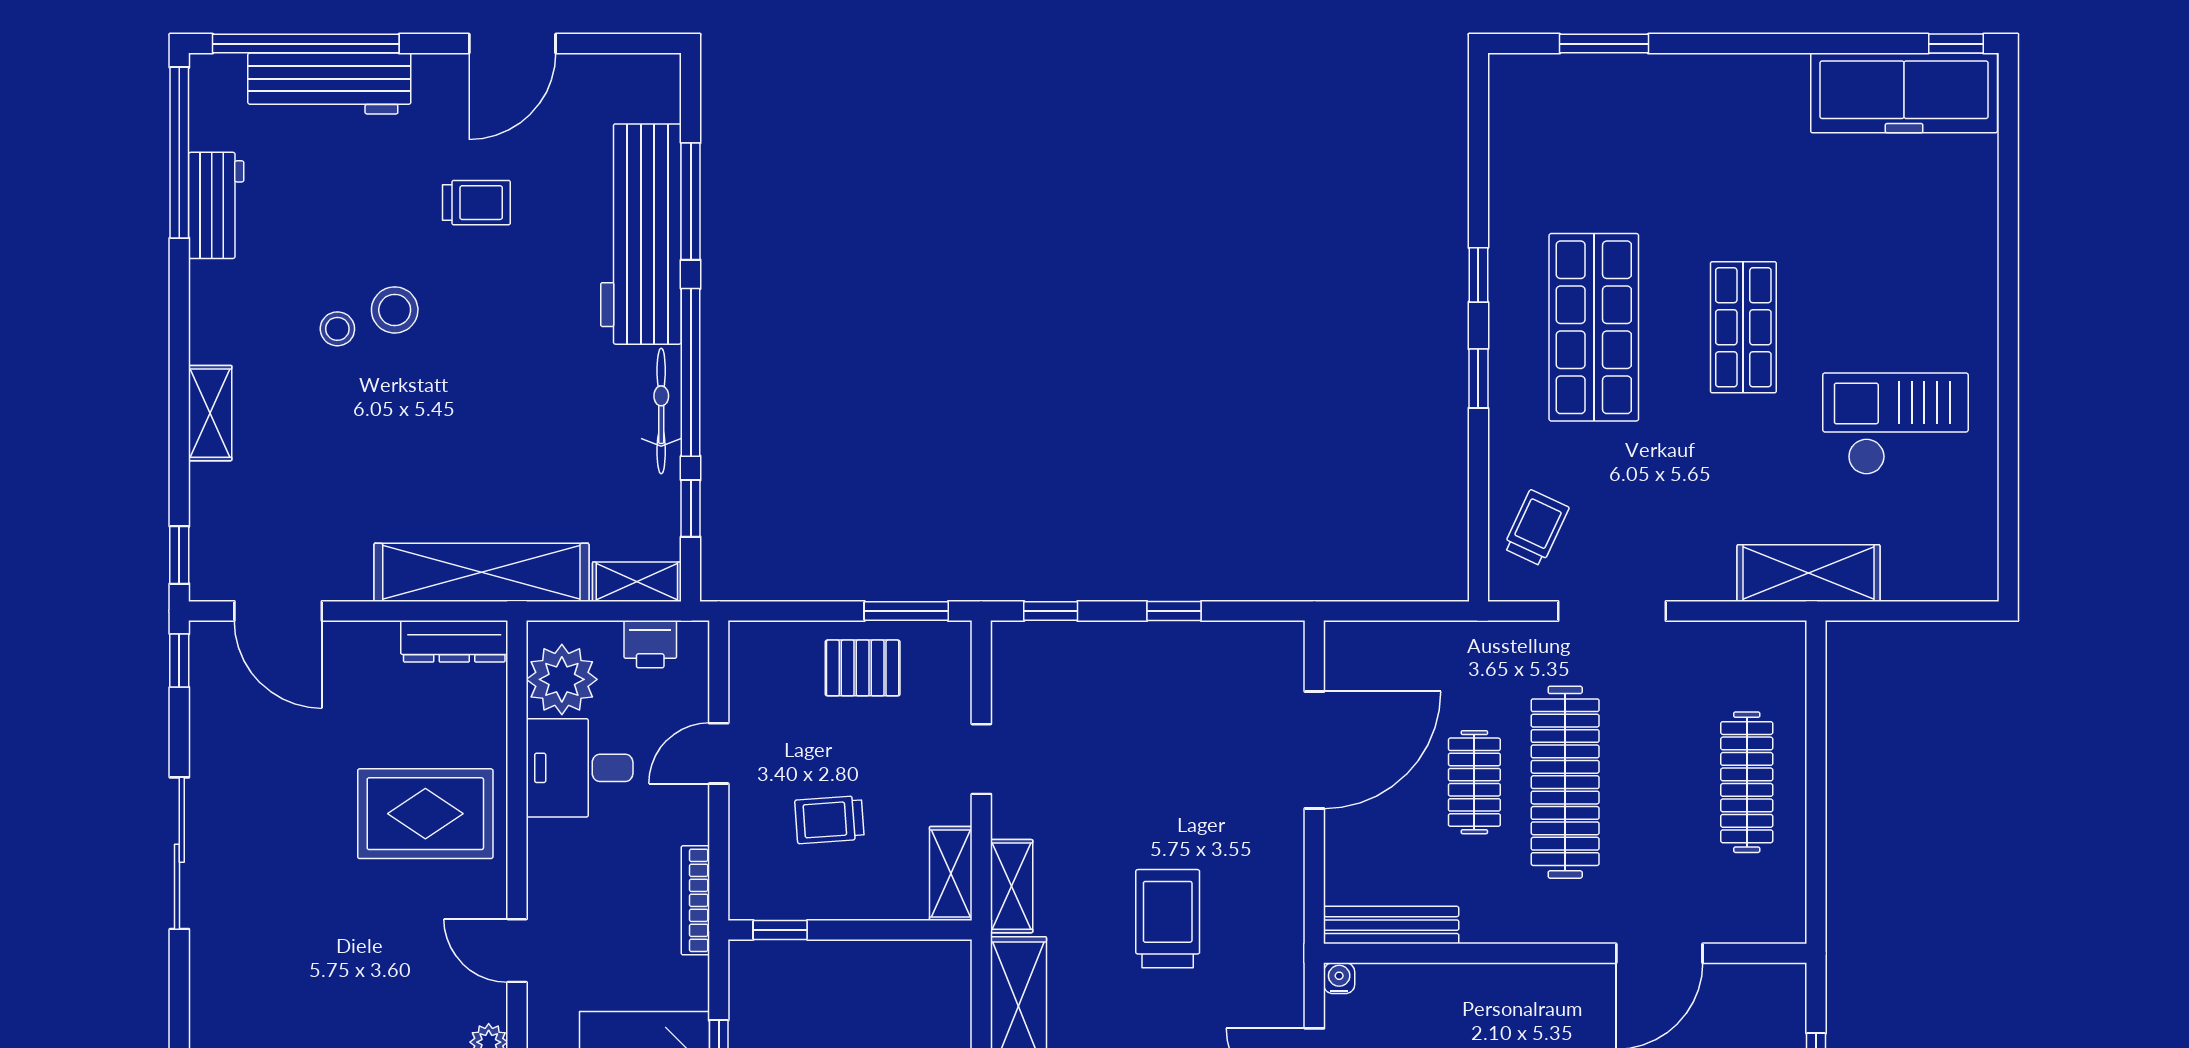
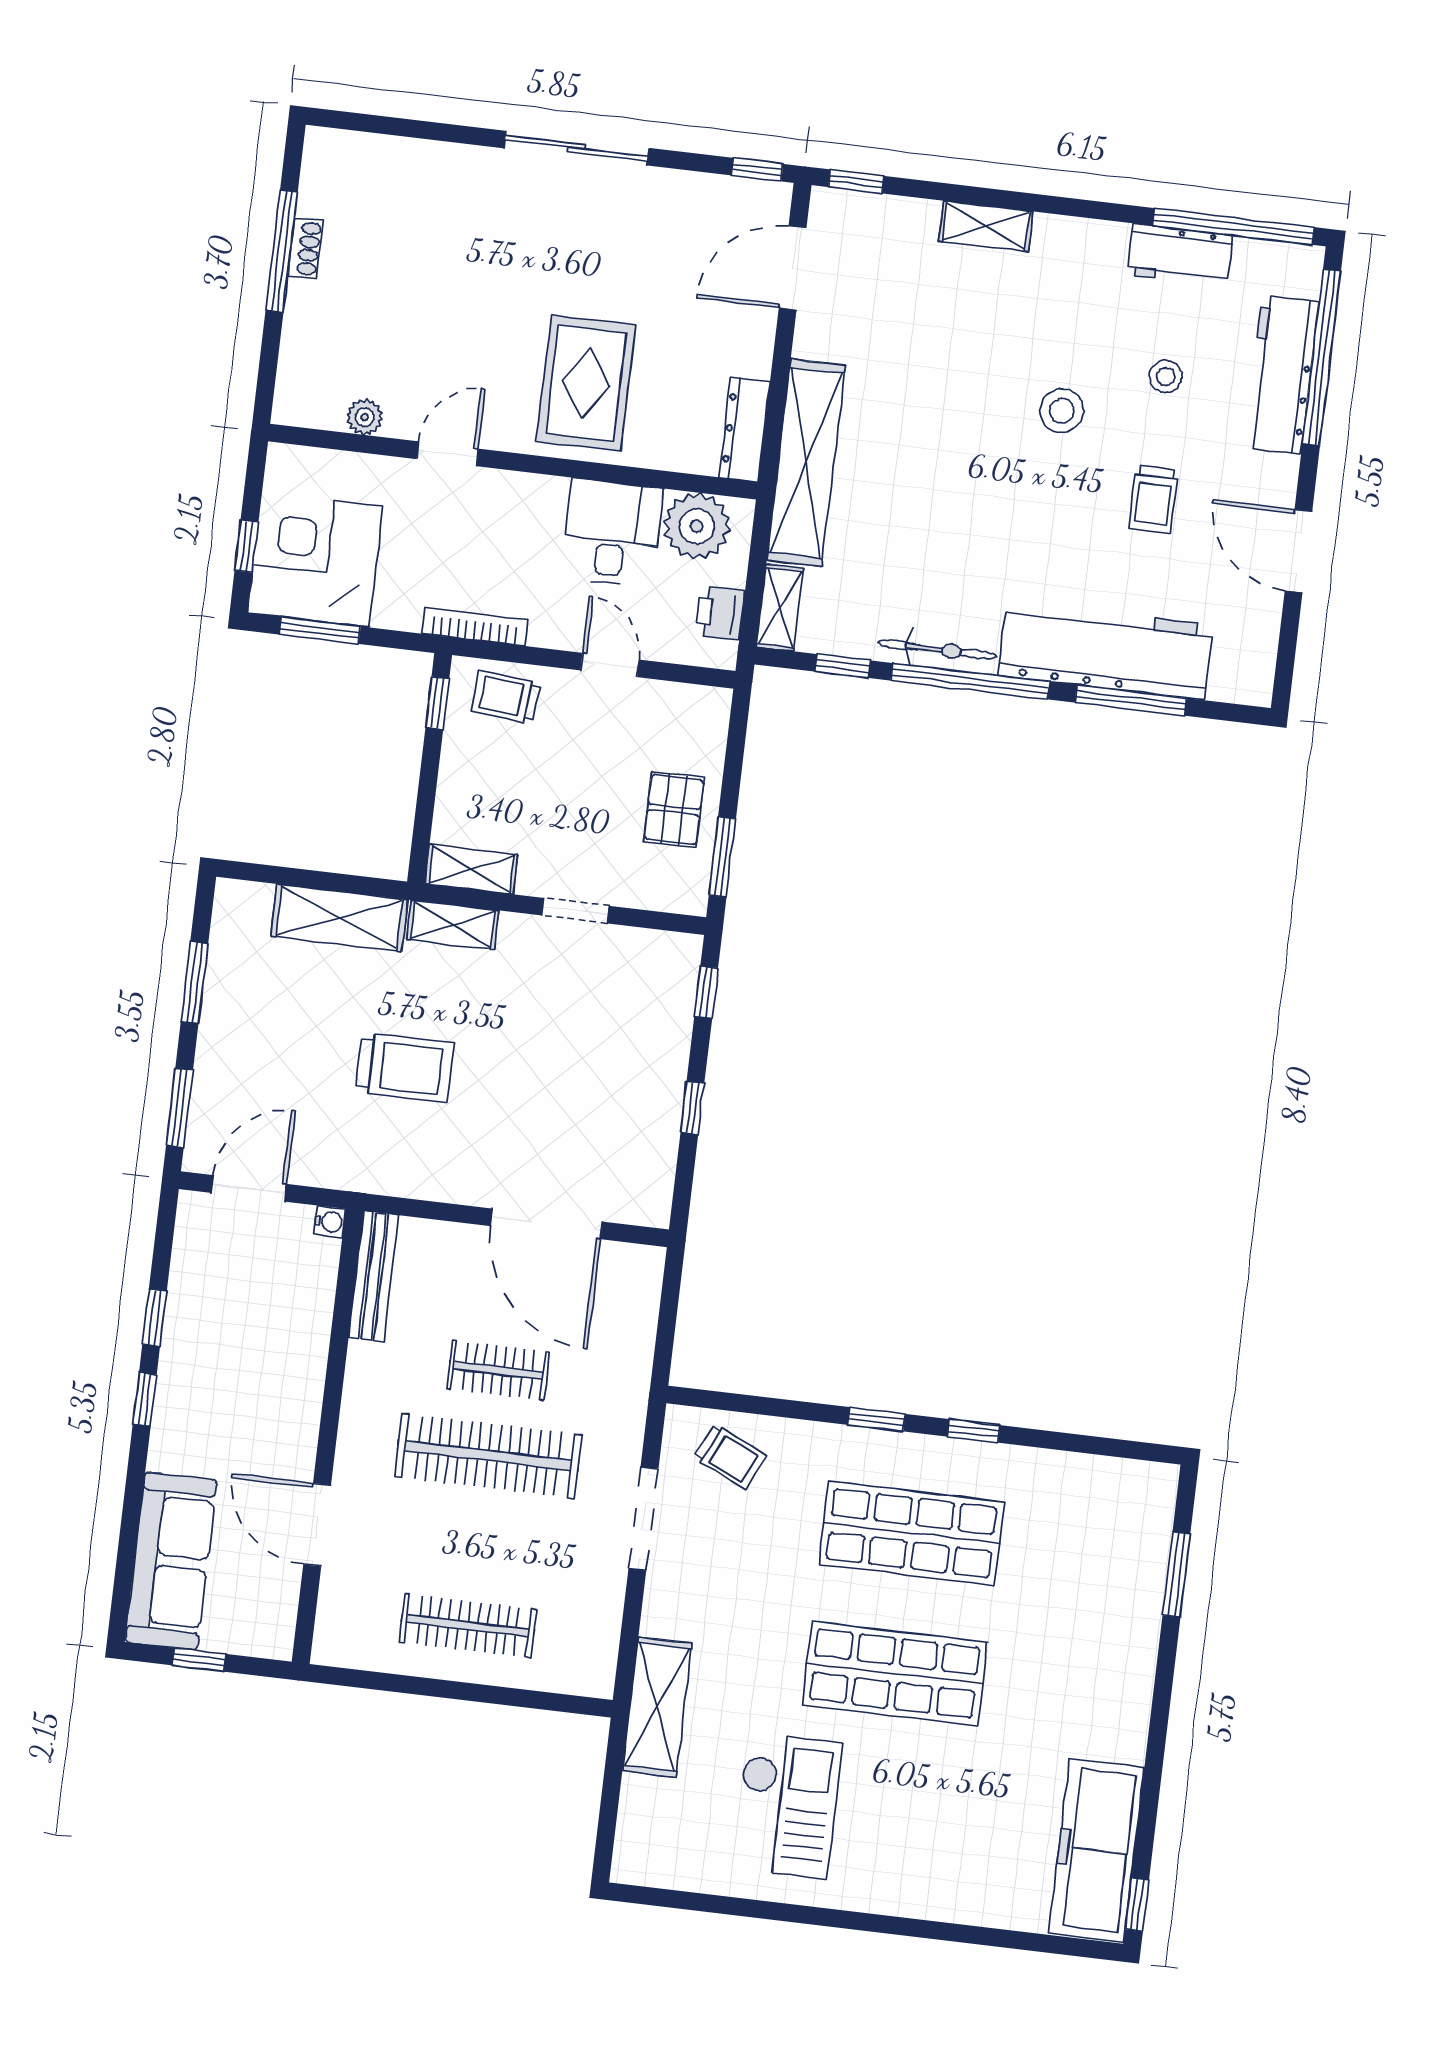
shop shelf: (1743, 327) -> (895, 1674), width x1.43, depth x1.36
stool: (337, 329) -> (1166, 376), moved
trolley: (829, 820) -> (506, 697), moved, turned -81

